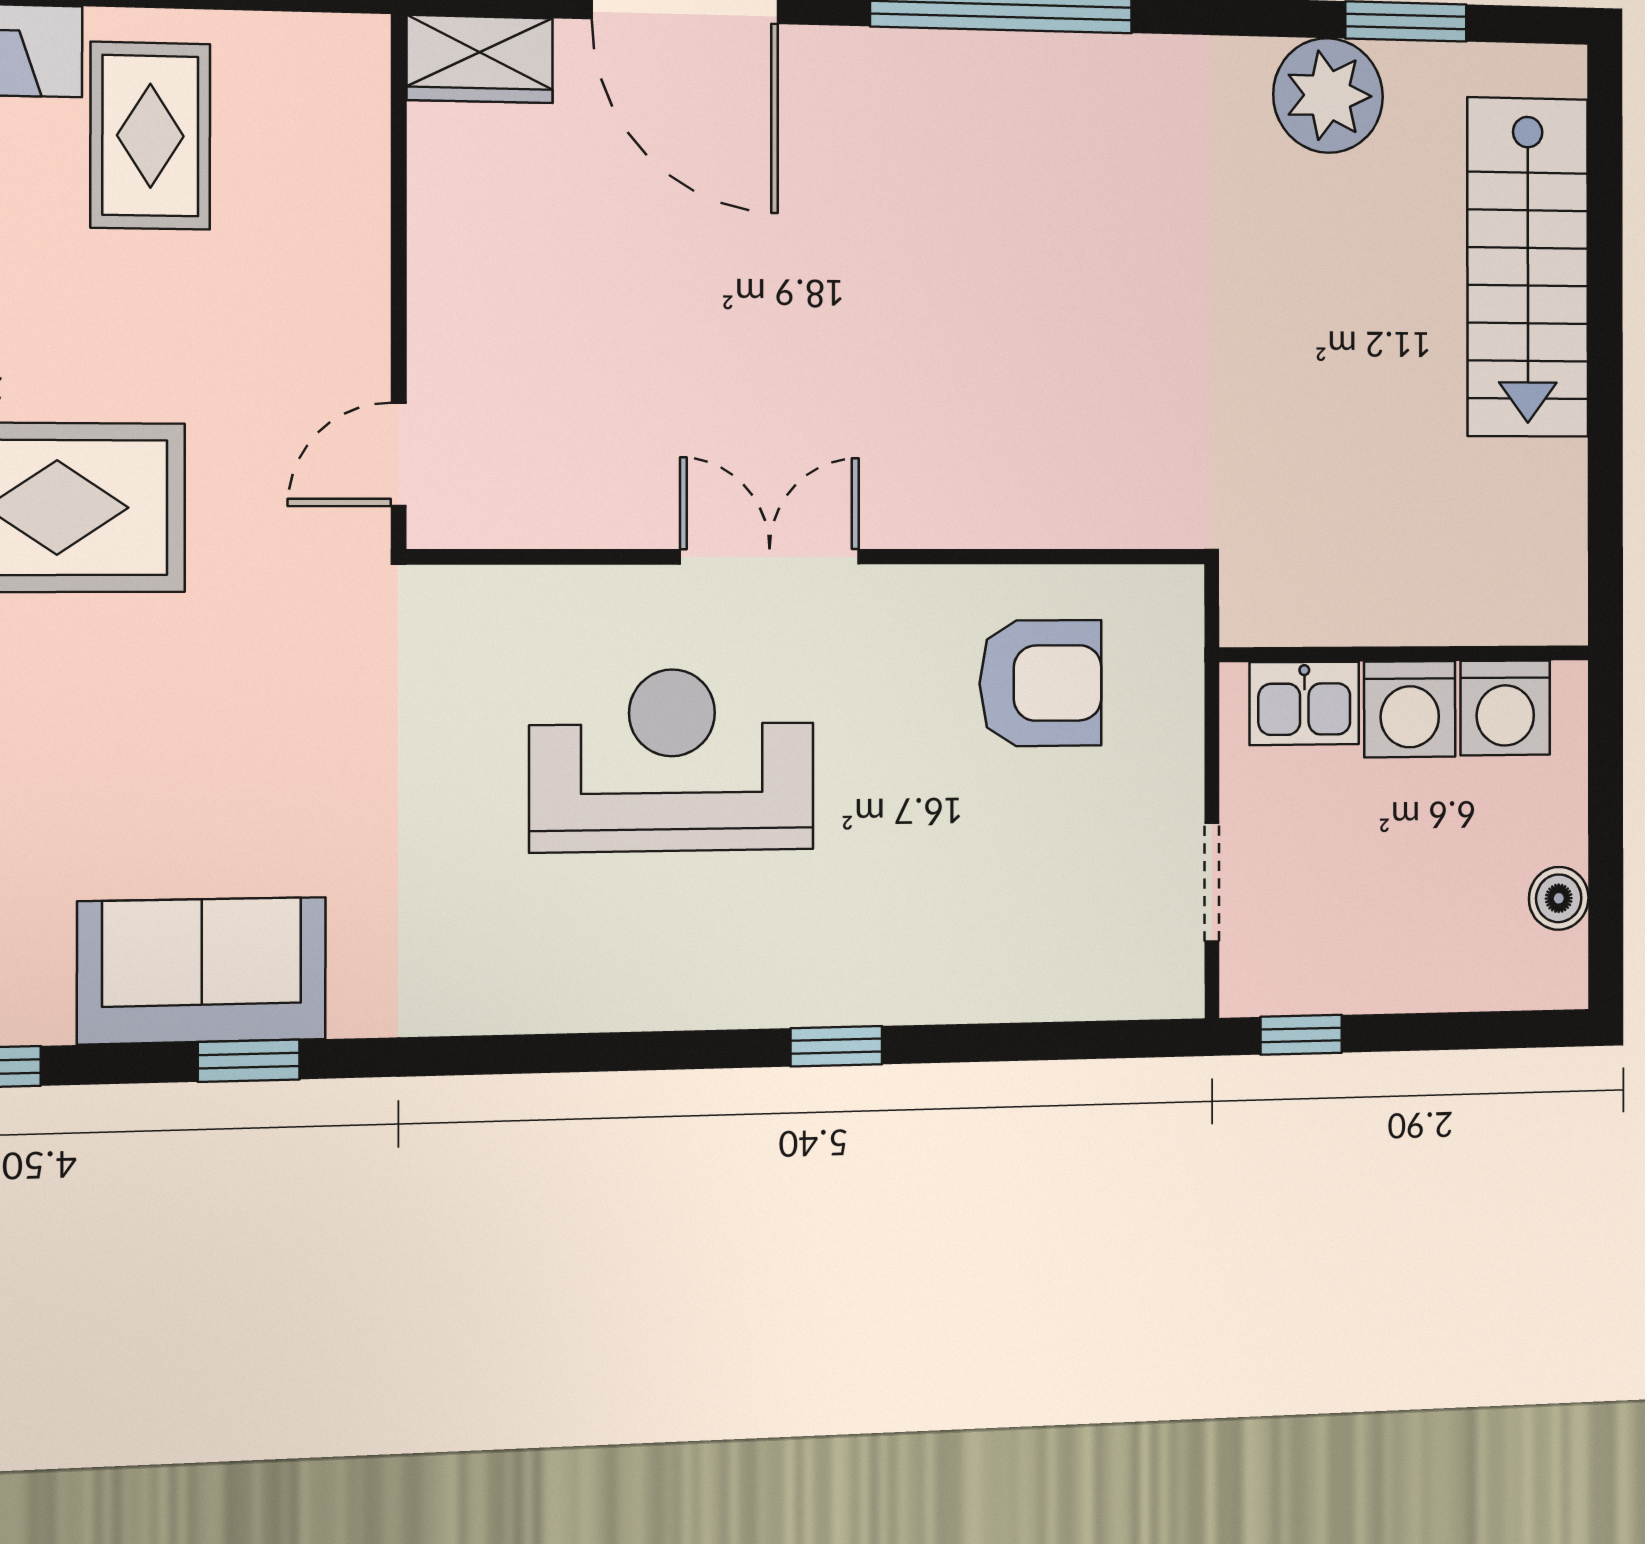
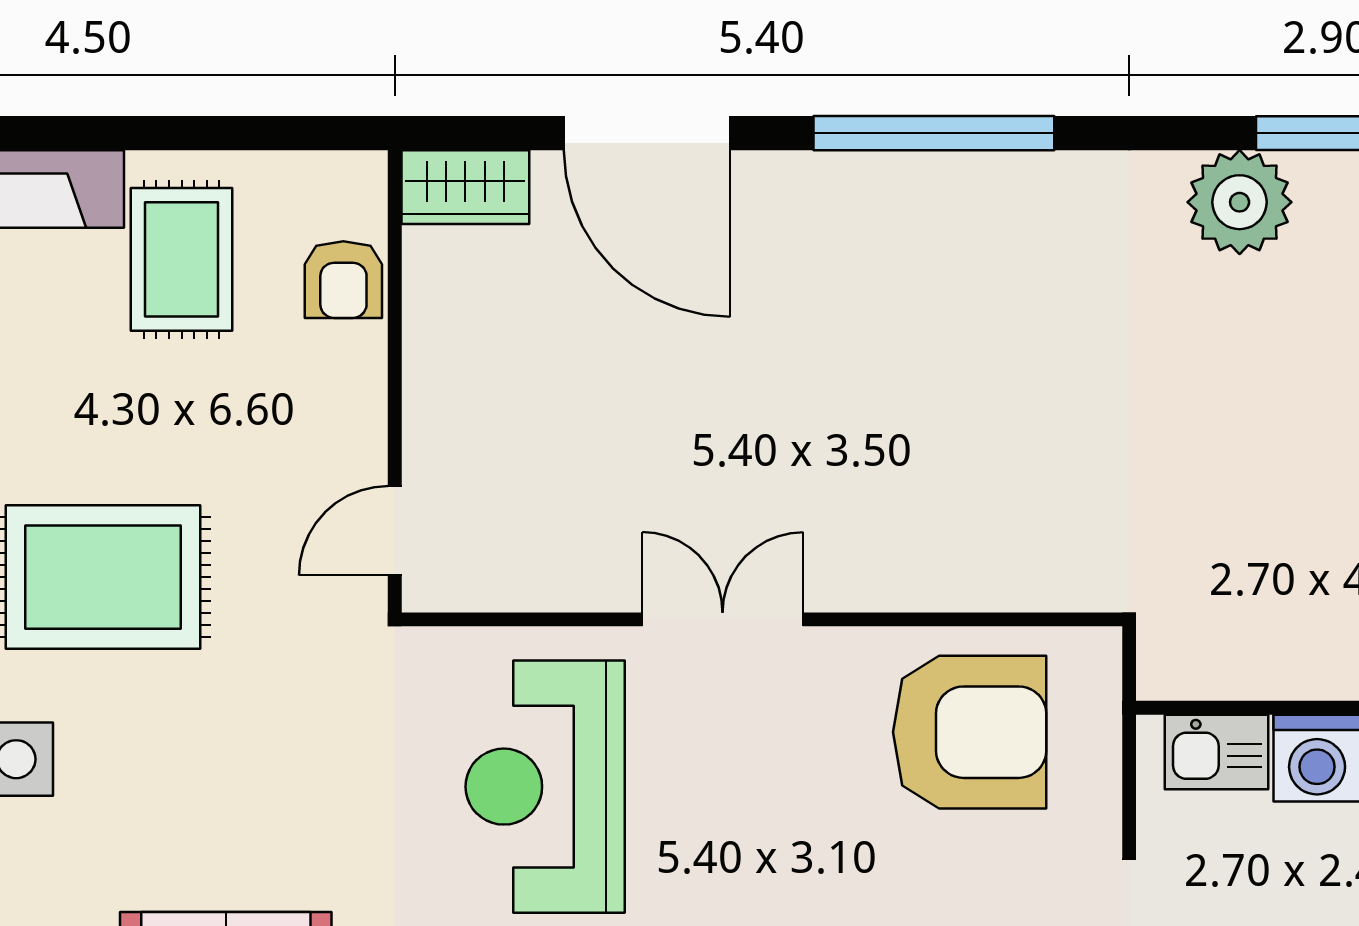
armchair: (339, 163) -> (343, 280), added
armchair: (1041, 683) -> (970, 732), width x1.36, depth x1.36
reception desk: (672, 760) -> (545, 787), moved, turned -90

